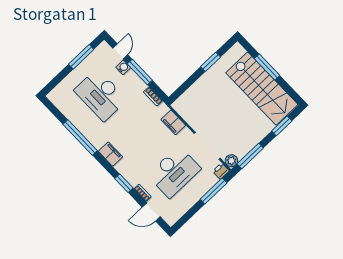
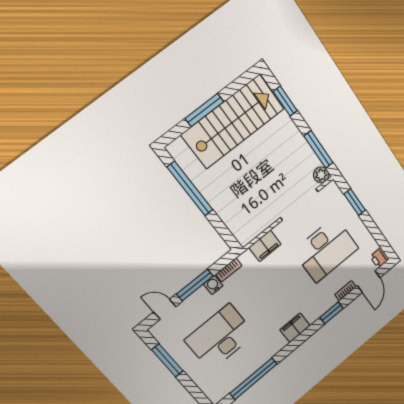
window: (210, 62) -> (190, 189), width x2.11
water cooler: (123, 67) -> (213, 285), moved
desk: (101, 95) -> (220, 337), turned 180
window: (80, 137) -> (253, 379), moved
printer: (221, 171) -> (379, 258), moved
desk: (174, 172) -> (326, 250), turned 90
window: (214, 191) -> (355, 202), width x0.69

